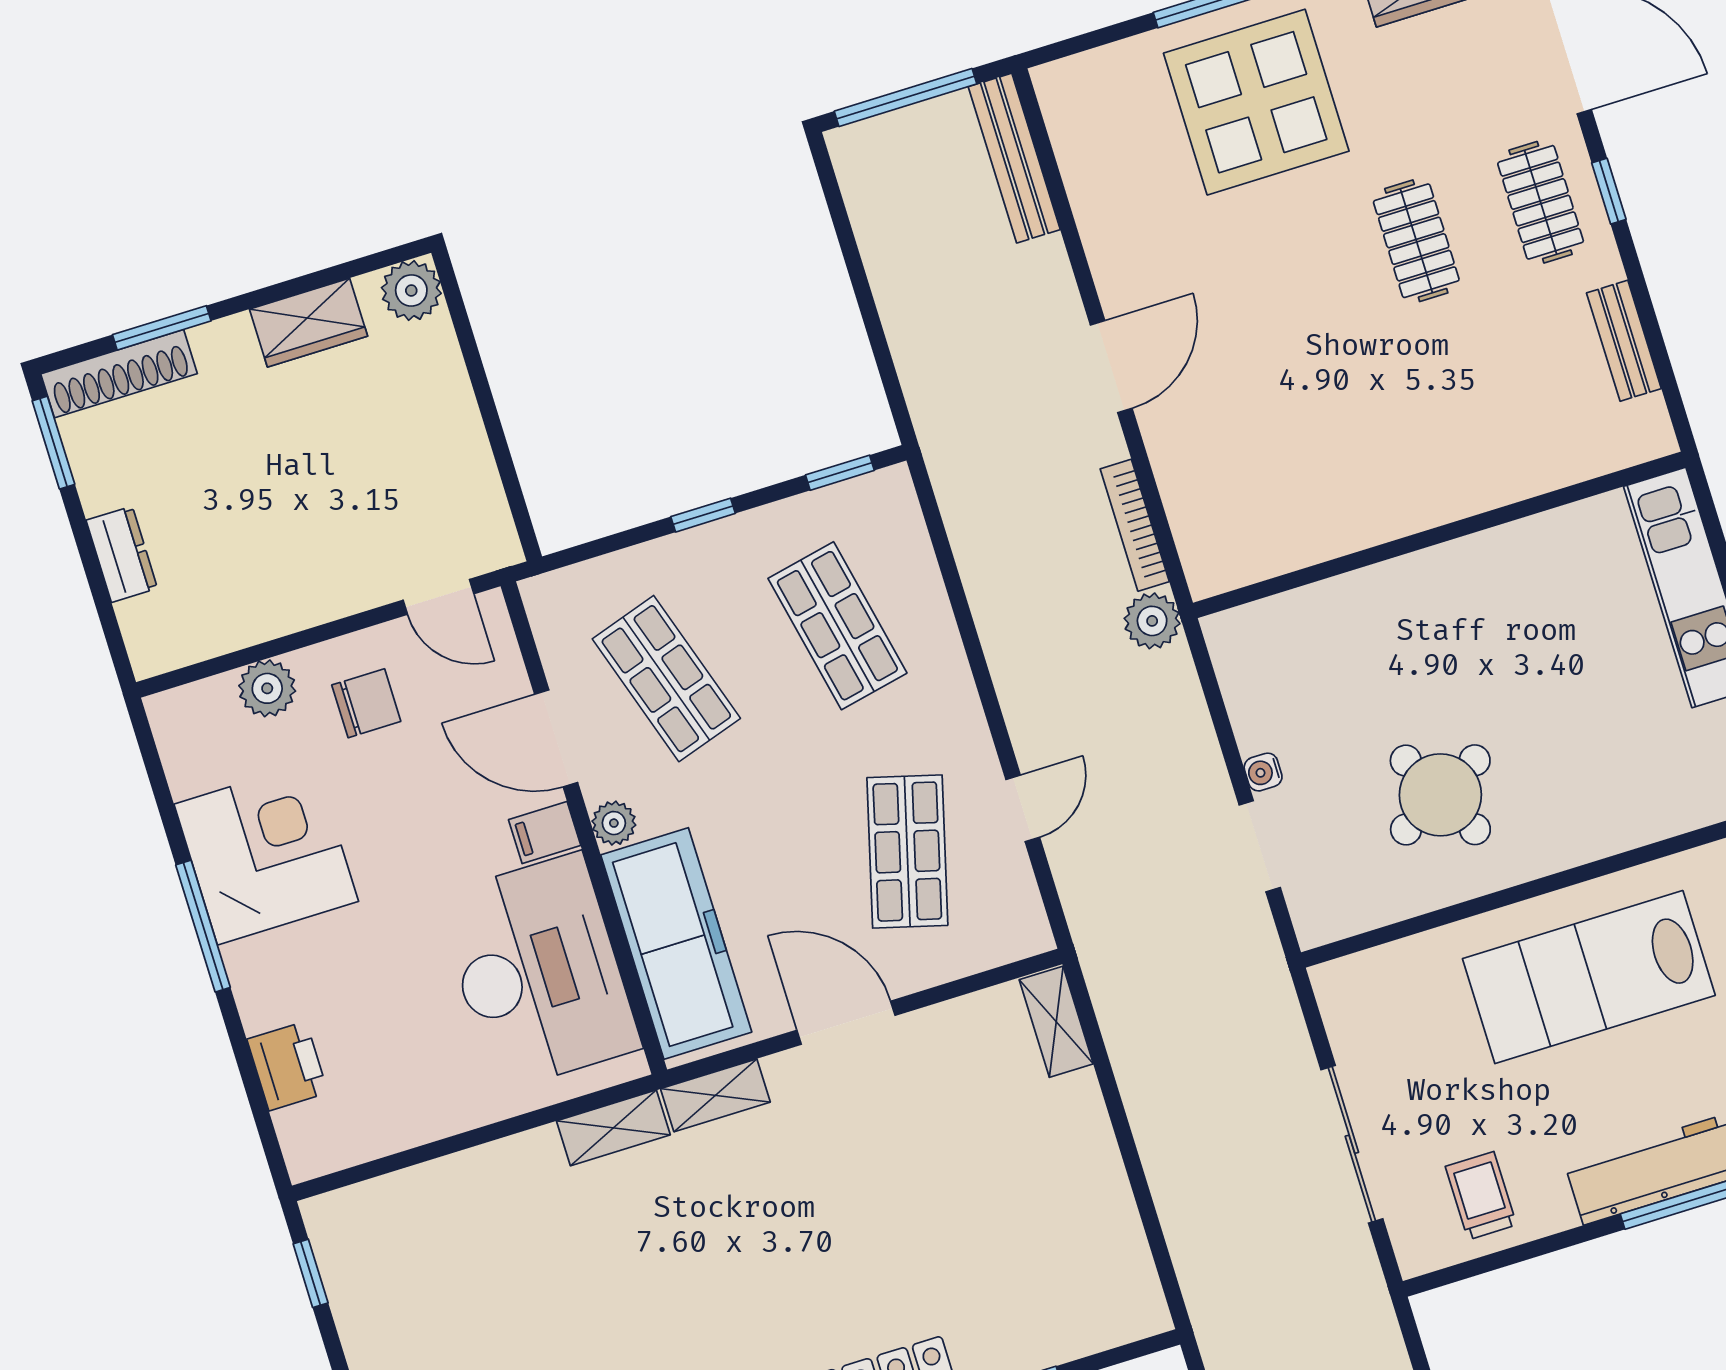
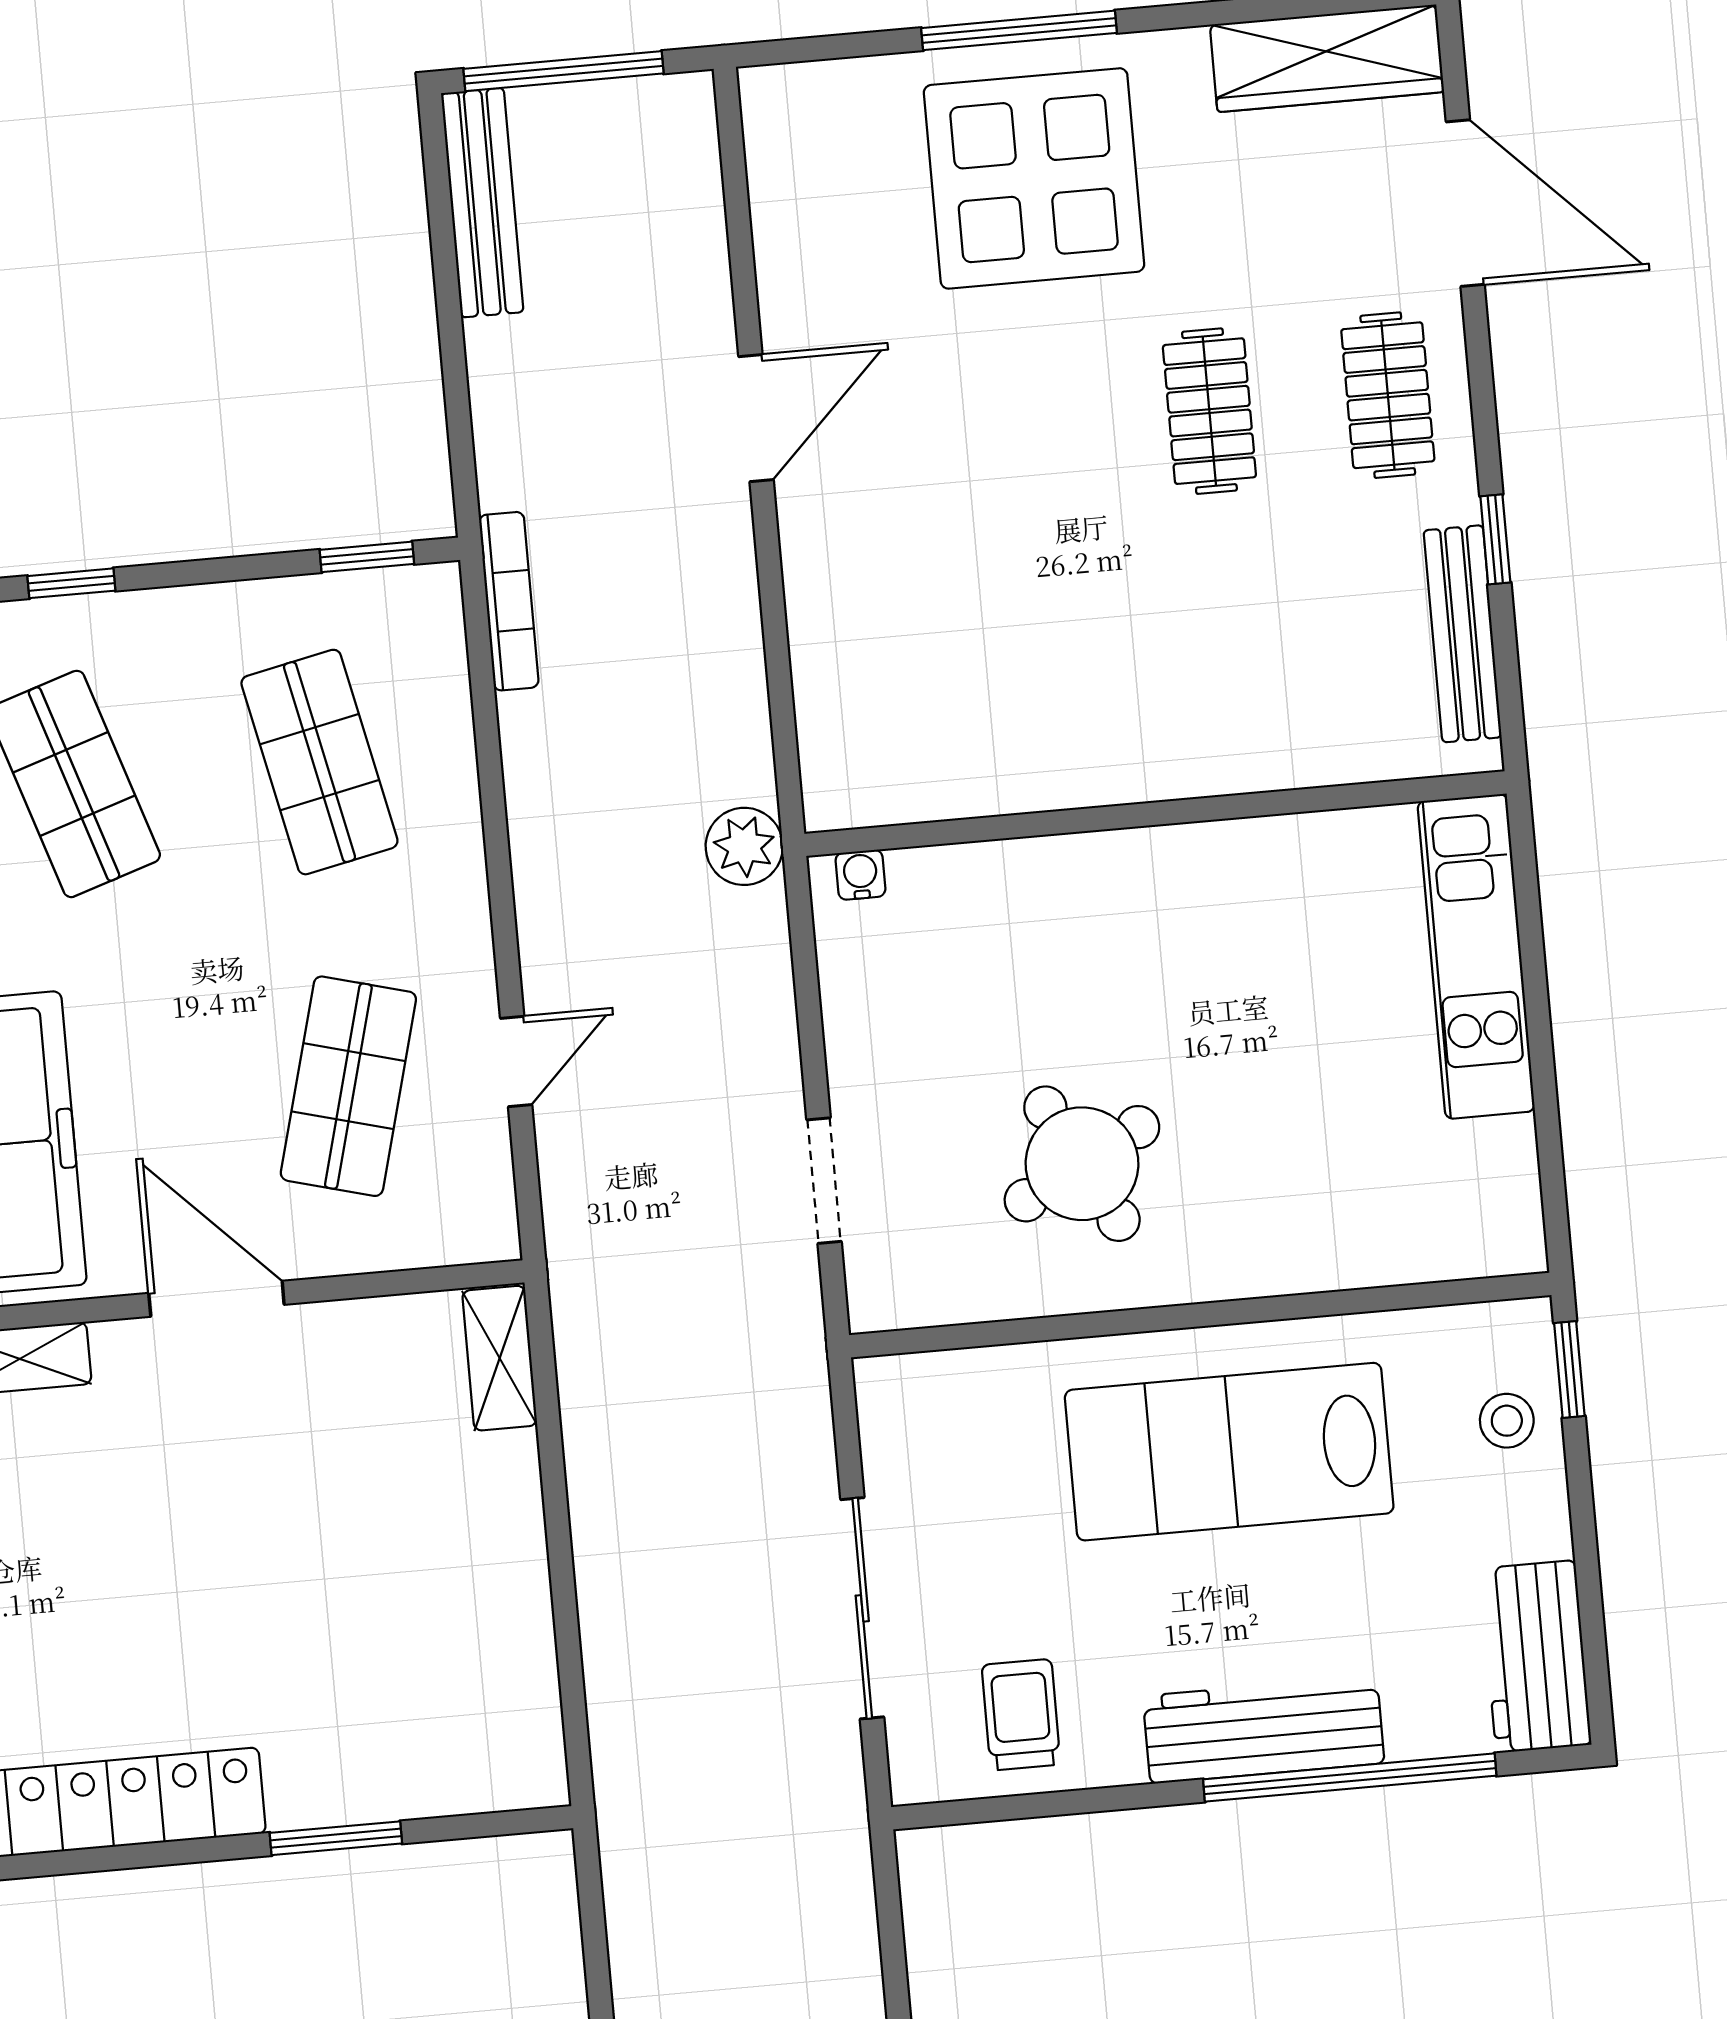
bench: (1014, 158) -> (482, 203), moved
window: (1609, 191) -> (1495, 539), moved
bench: (1624, 341) -> (1463, 634), width x1.36
door: (1111, 367) -> (756, 418), moved
window: (703, 515) -> (71, 583), moved
bookcase: (1135, 525) -> (509, 601), moved, turned 180
water cooler: (1263, 772) -> (860, 875), moved, turned 90

